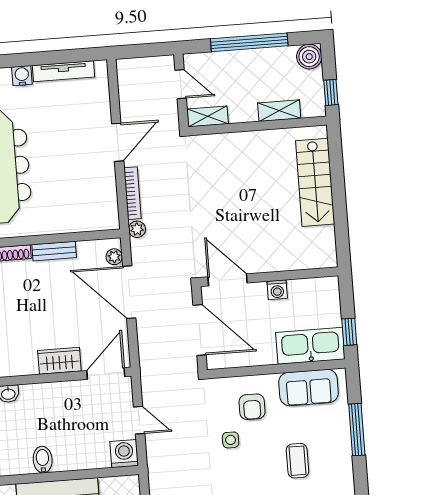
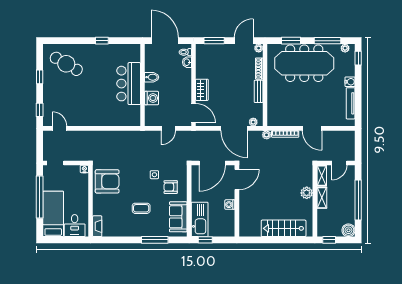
shelving: (279, 111) -> (322, 198), moved
plant: (243, 143) -> (307, 193), added
door: (129, 292) -> (234, 128), swing flipped
washing machine: (124, 454) -> (152, 98), moved

